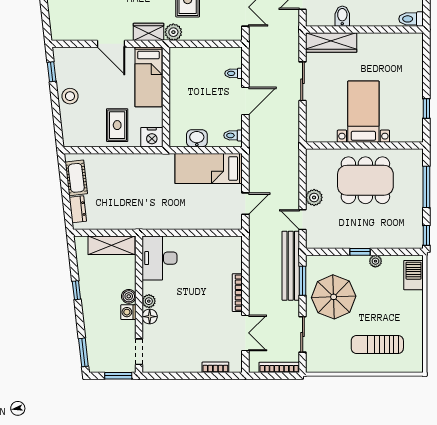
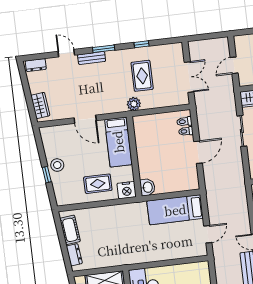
wardrobe: (149, 32) -> (40, 105), moved, turned 84
window: (52, 72) -> (47, 175), moved
rug: (117, 125) -> (98, 184), turned 90
toilet: (233, 135) -> (184, 121), moved
washbasin: (197, 138) -> (147, 187), moved, turned 90

